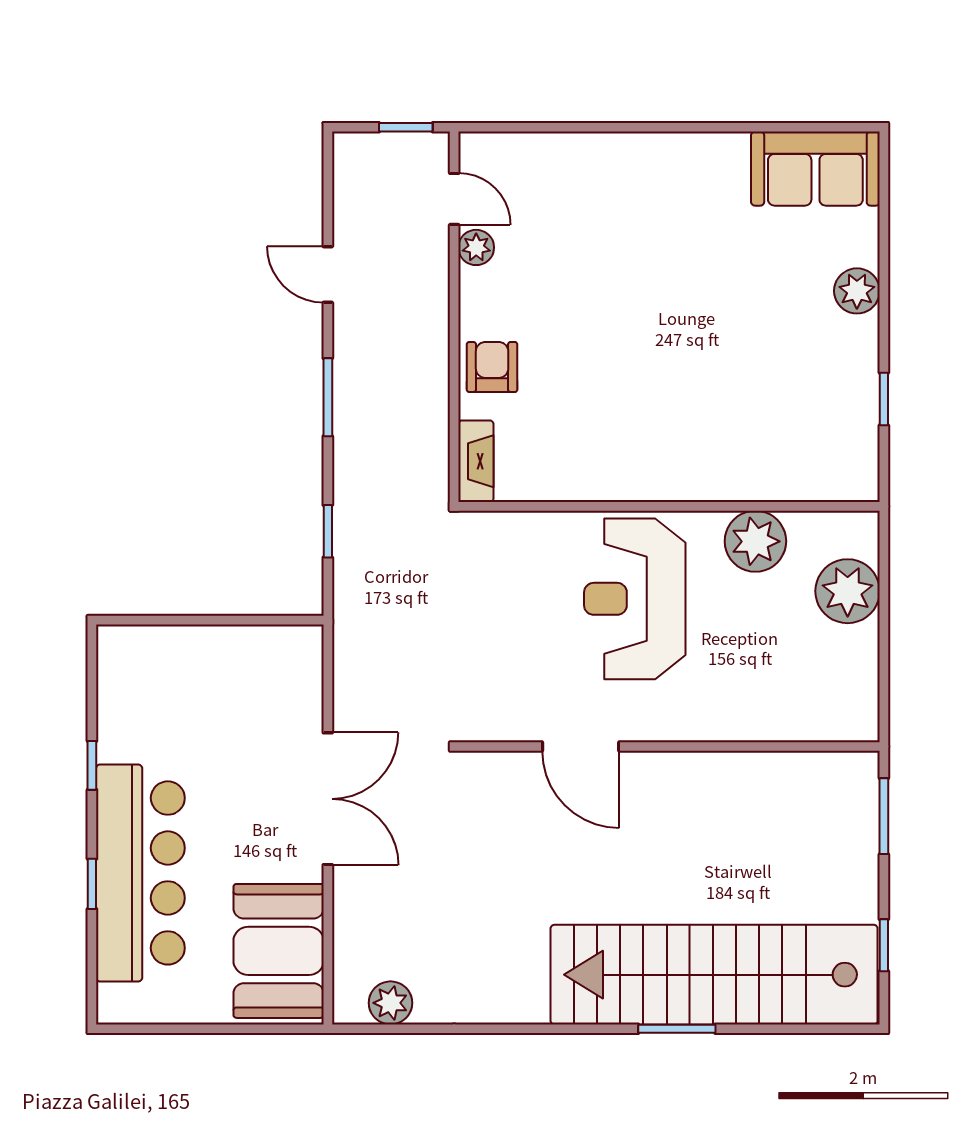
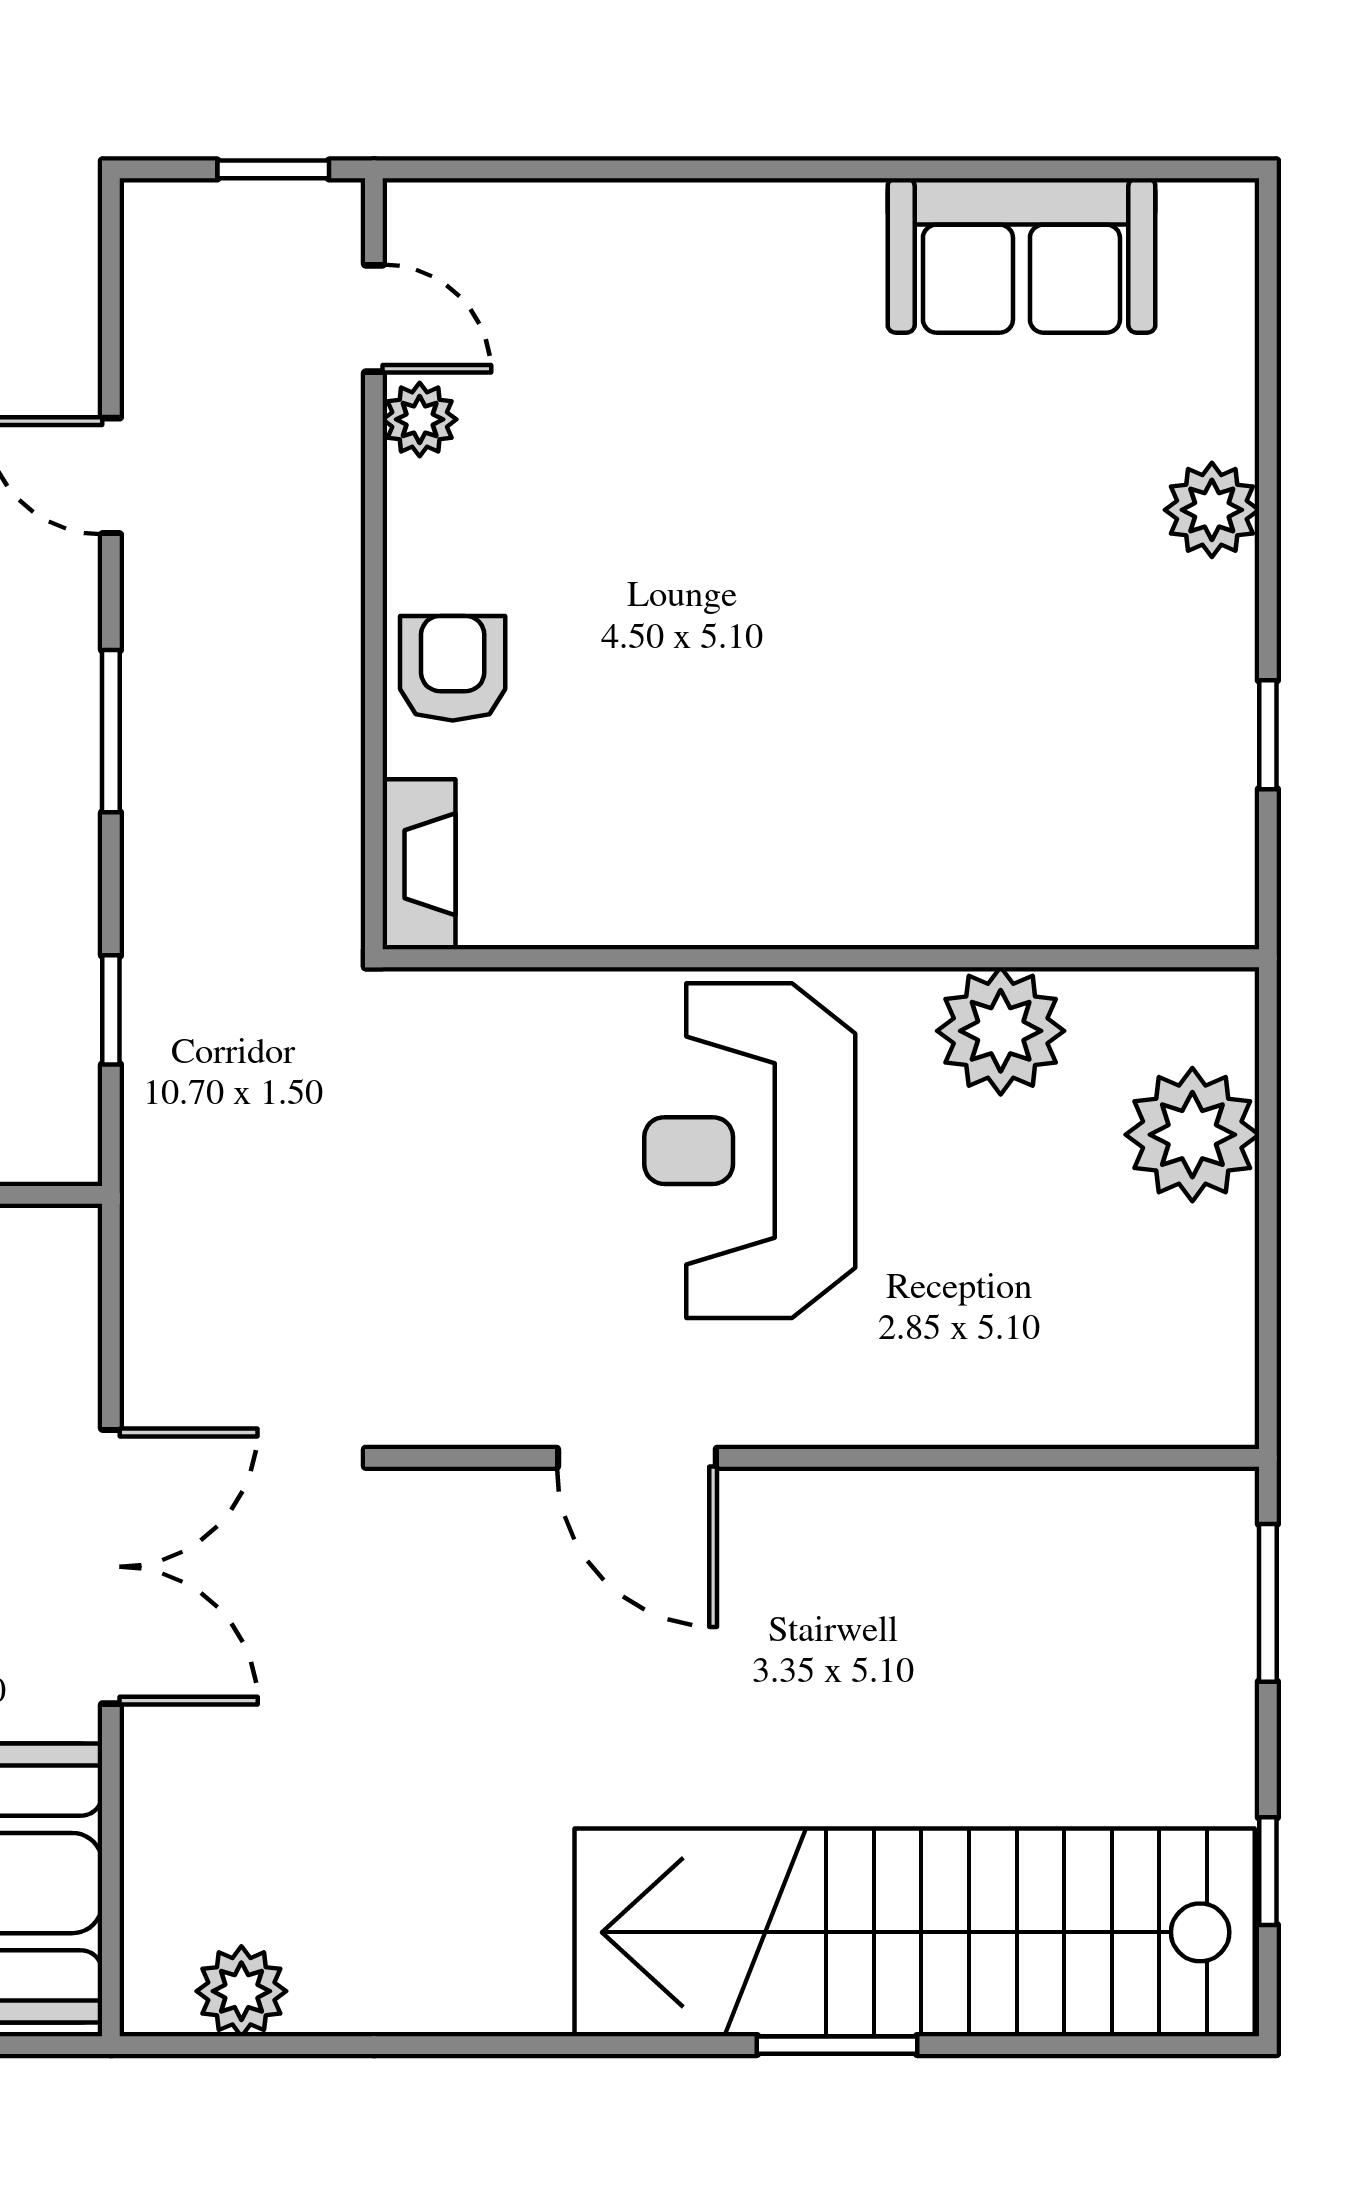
sofa: (815, 169) -> (1021, 256), moved

